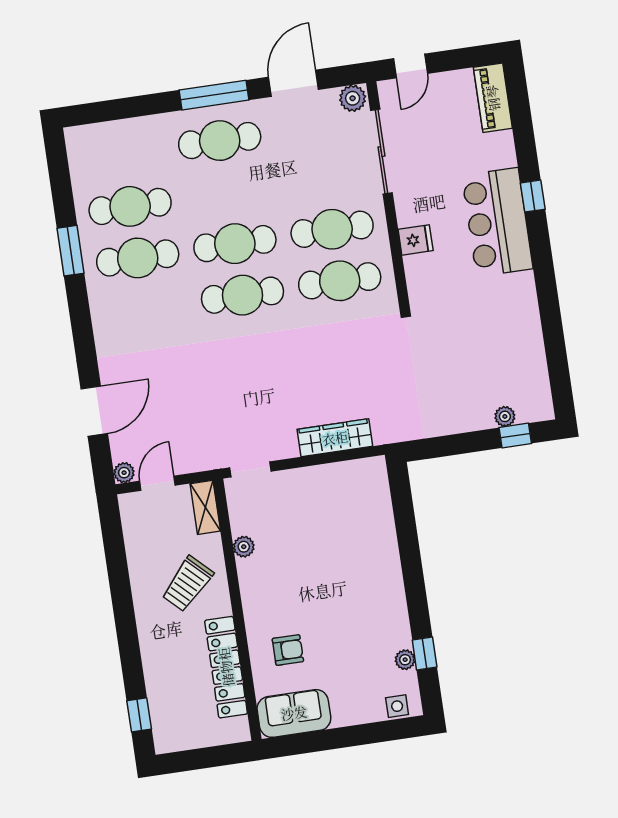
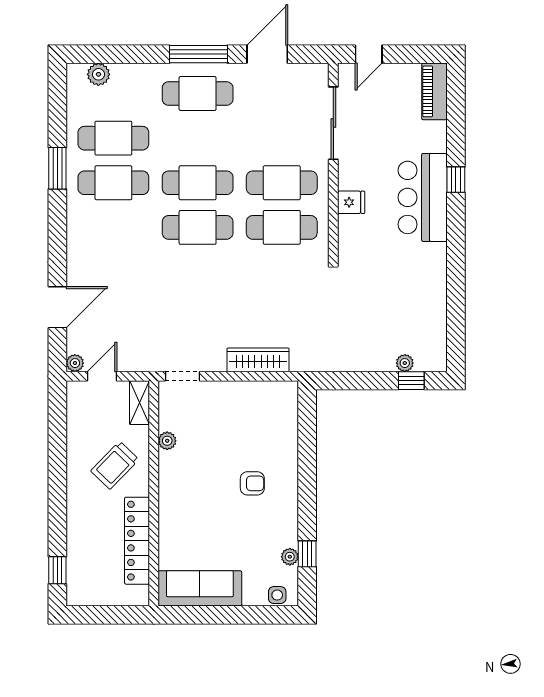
plant: (353, 98) -> (98, 74), moved
armchair: (288, 650) -> (252, 483), moved
sofa: (294, 713) -> (200, 588), width x1.36

